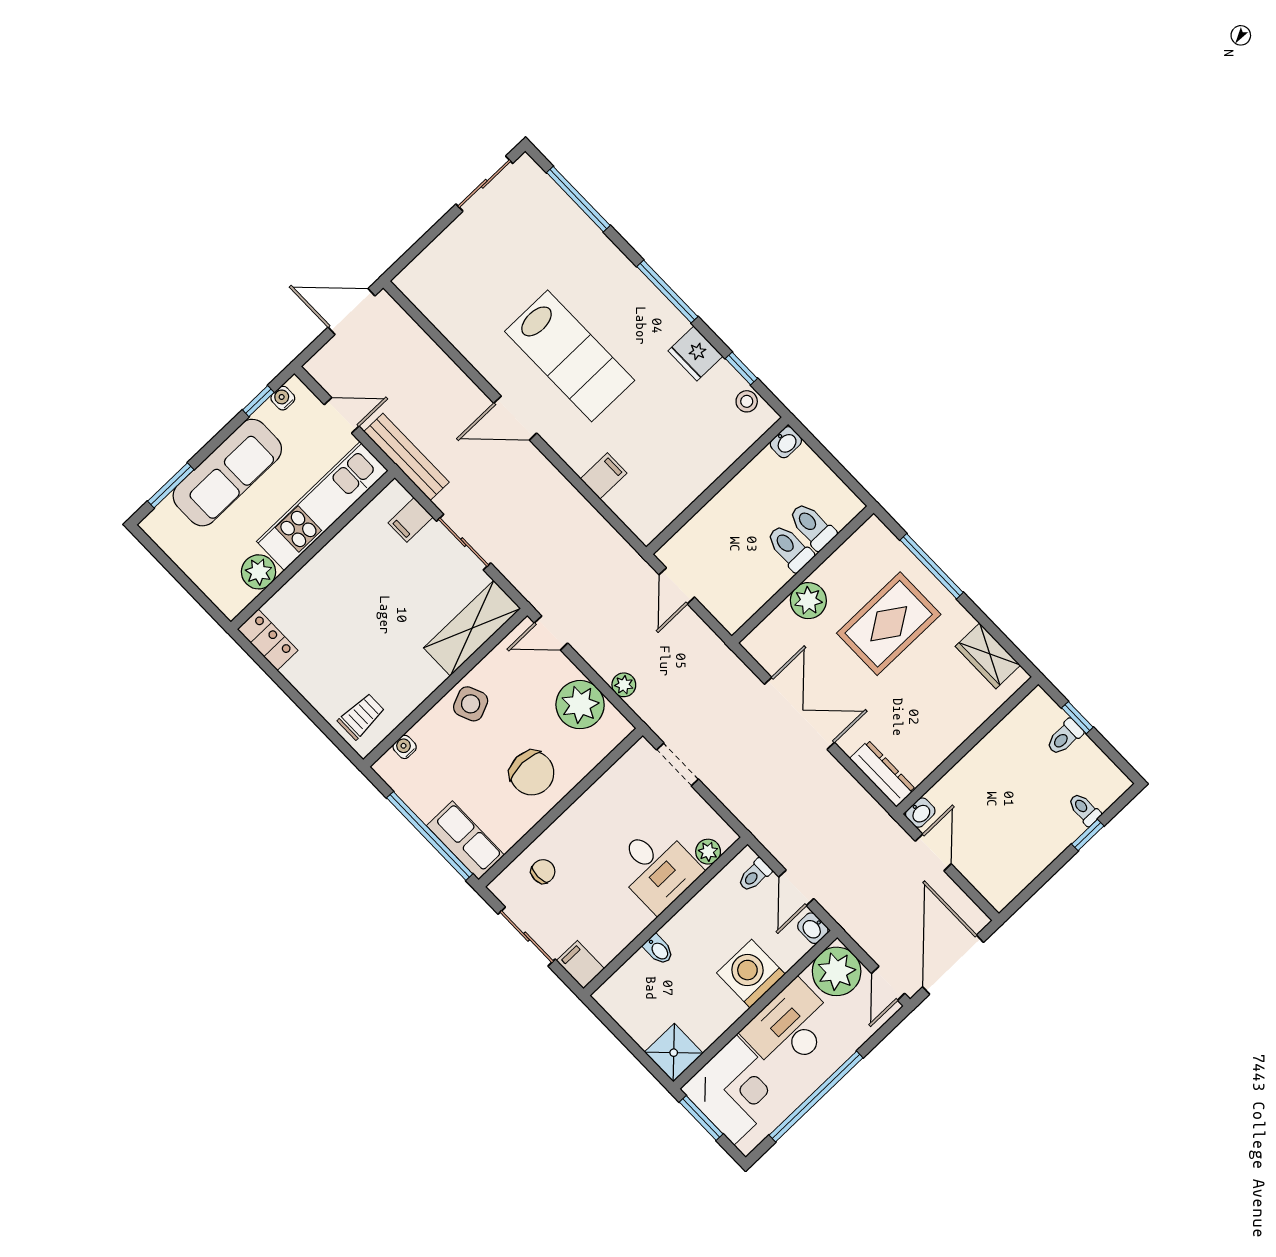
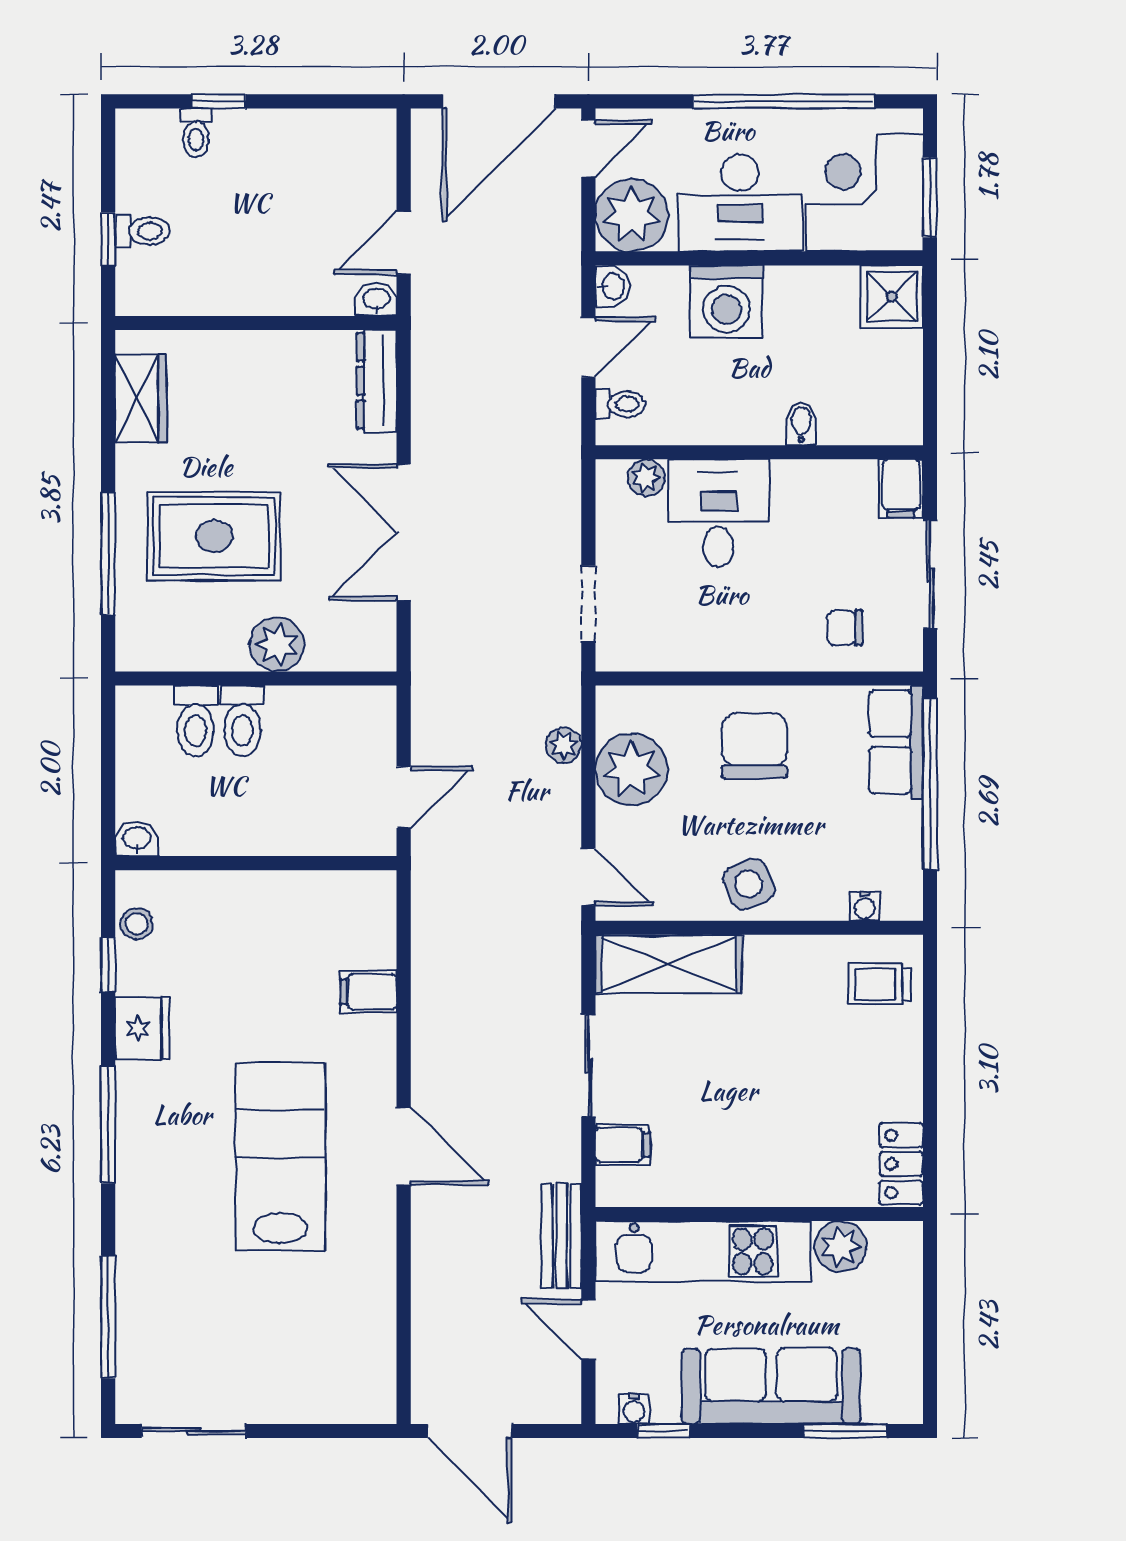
bench: (407, 457) -> (561, 1236), width x0.73

